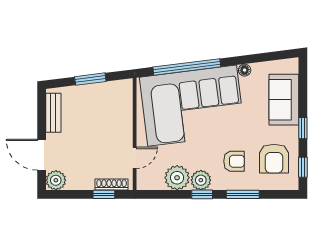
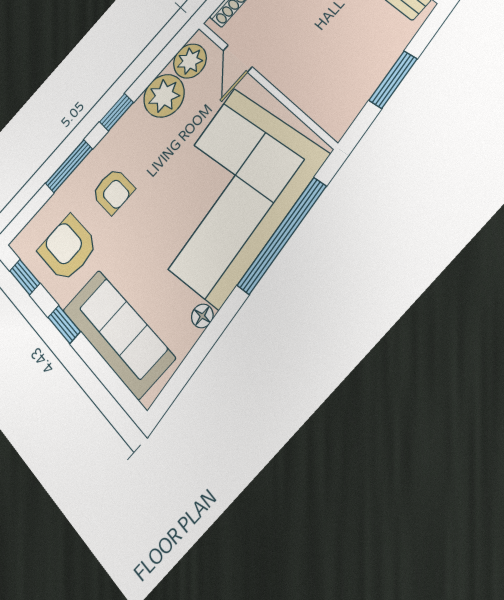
sofa: (284, 100) -> (118, 334), width x1.36
armchair: (234, 161) -> (113, 191), turned -90
plant: (201, 180) -> (190, 61), moved

